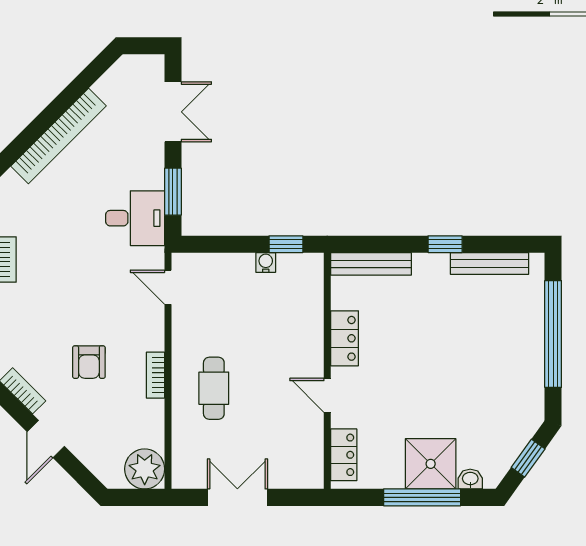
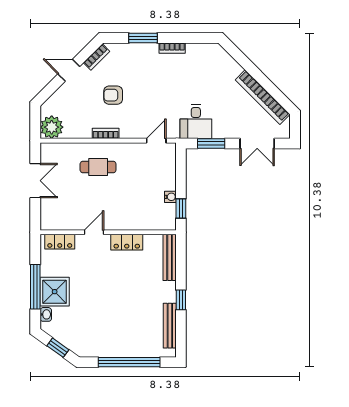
bookcase: (58, 136) -> (263, 97), moved

